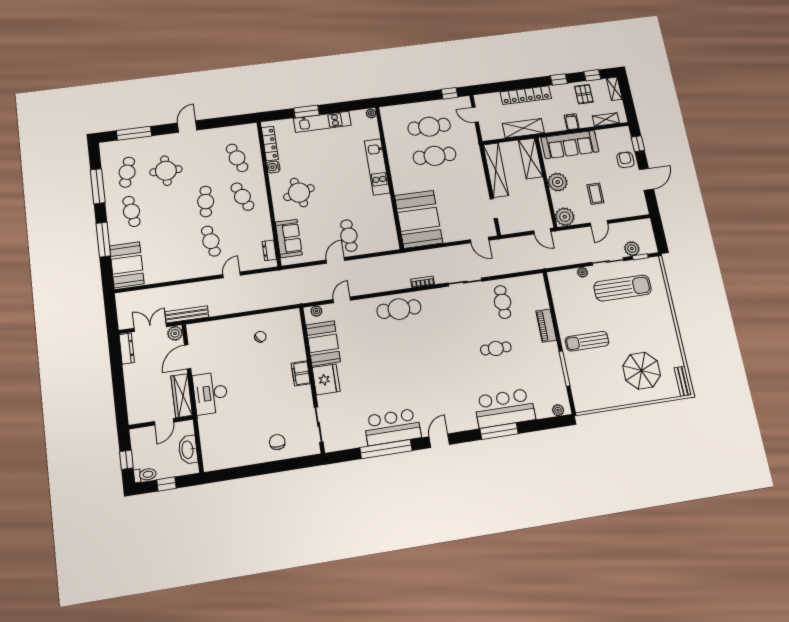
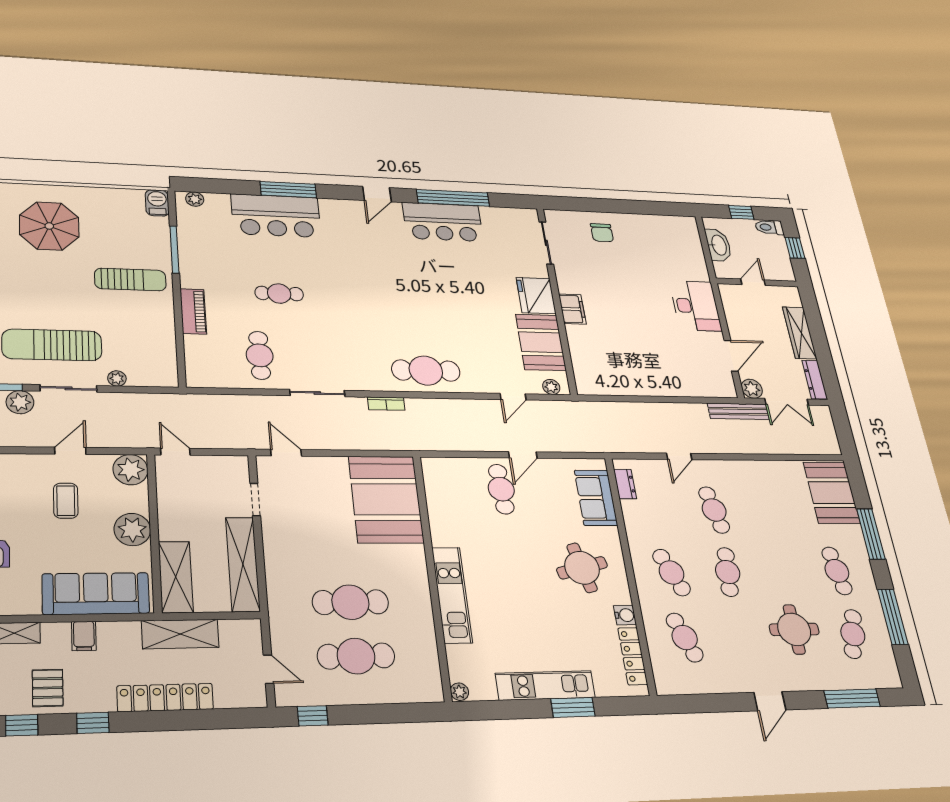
chair: (260, 337) -> (632, 365), removed
wardrobe: (182, 396) -> (800, 333), moved, turned 180
barbecue: (581, 402) -> (157, 203), added

